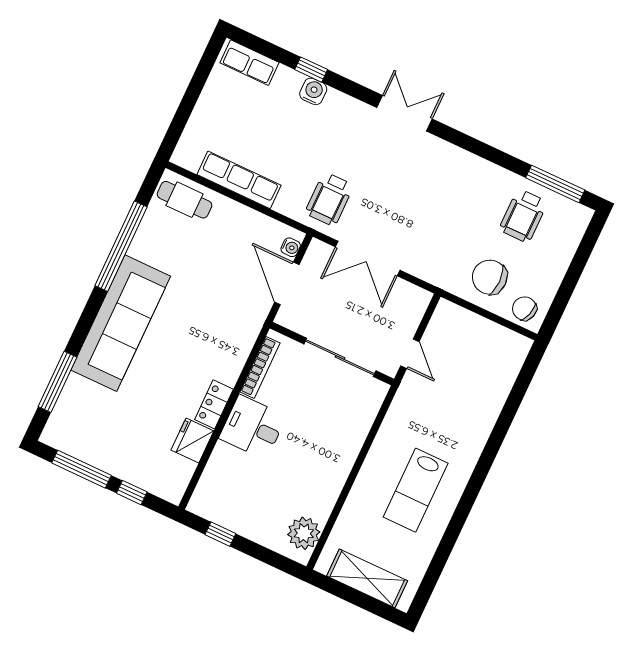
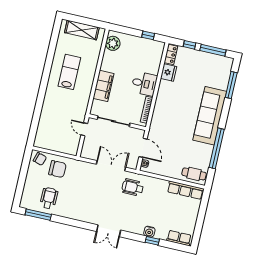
row of seats: (239, 180) -> (185, 190), moved
wheelchair: (329, 199) -> (133, 187), turned -90
locker: (214, 404) -> (171, 54), moved
filing cabinet: (346, 442) -> (103, 86), added

